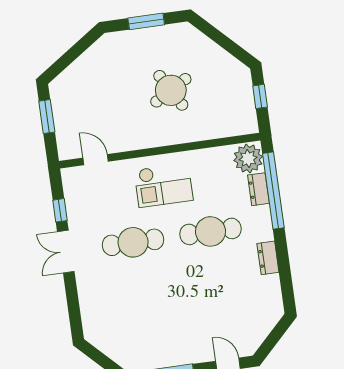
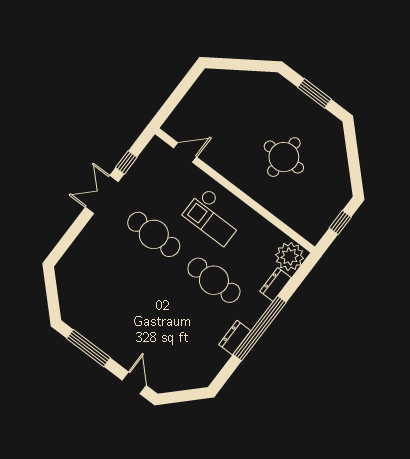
round table: (171, 90) -> (284, 157), turned 30
window: (47, 117) -> (182, 90), removed
door: (96, 160) -> (185, 153), hinge flipped
window: (273, 191) -> (260, 328), moved

